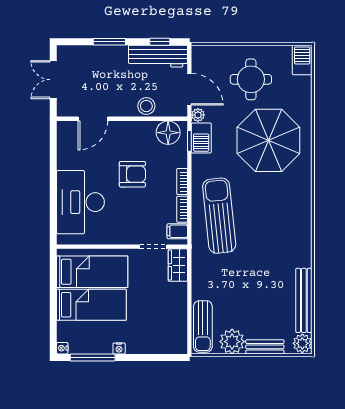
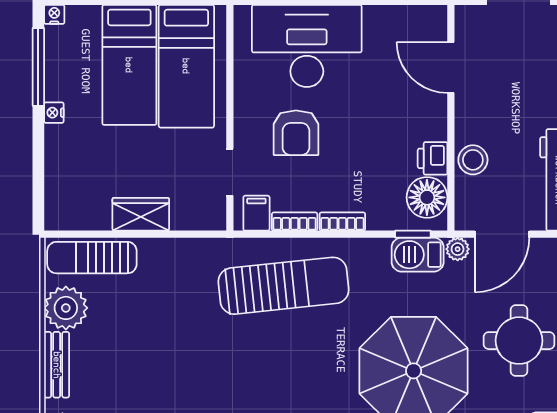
printer: (145, 129) -> (433, 158), added
armchair: (132, 174) -> (296, 133), moved
wardrobe: (178, 265) -> (141, 214), moved

